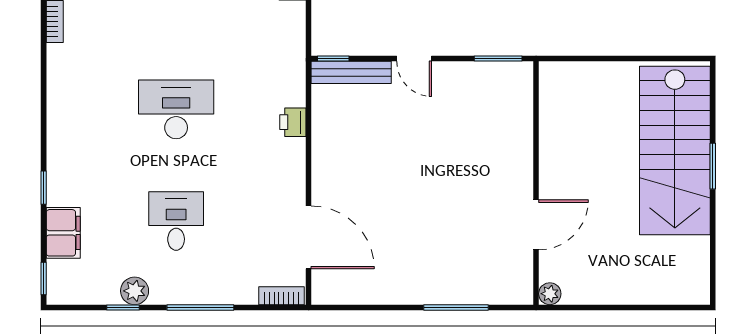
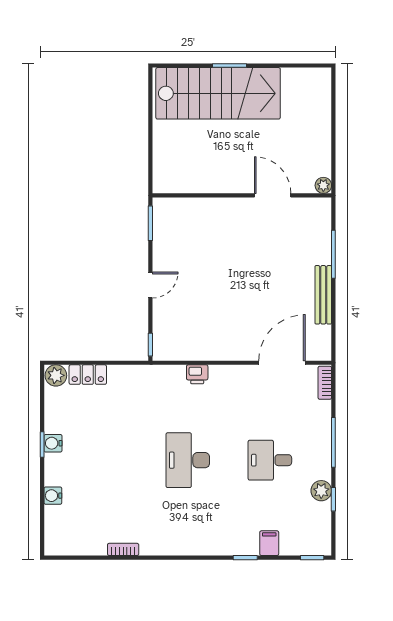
bench: (351, 72) -> (323, 295), moved
filing cabinet: (63, 233) -> (269, 543), width x0.50

